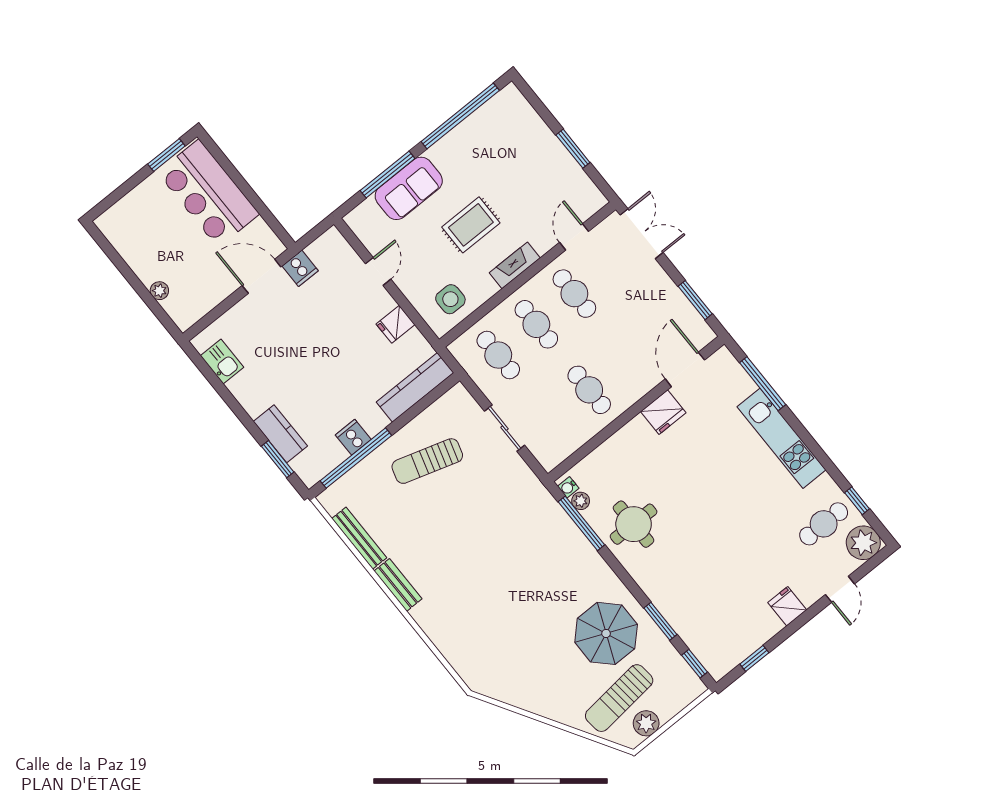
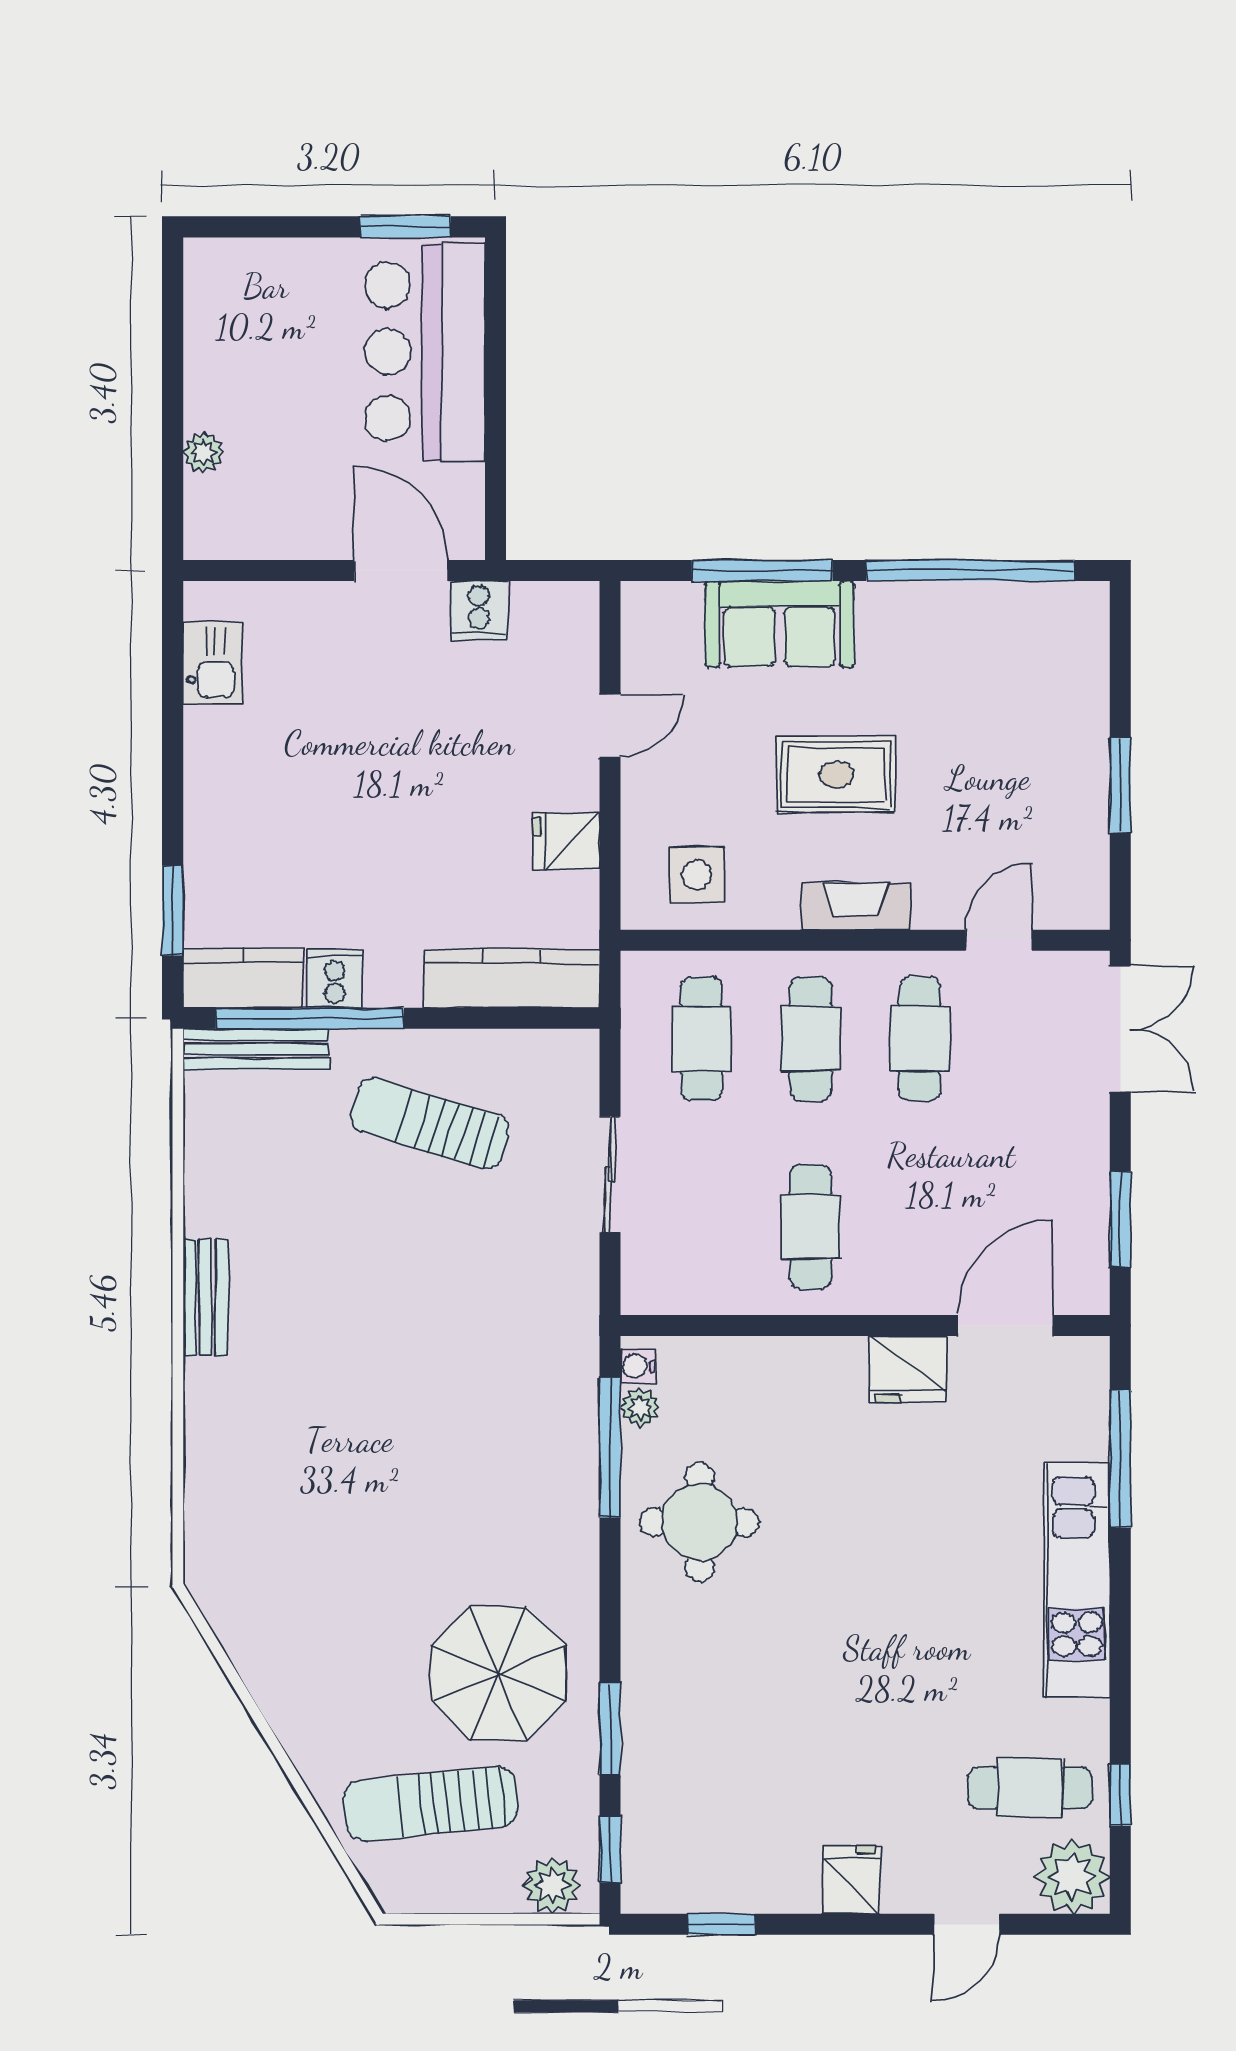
kitchen counter: (280, 434) -> (243, 978), moved, turned -90
bench: (359, 538) -> (256, 1049), moved, turned 90
plant: (646, 723) -> (552, 1885), moved

